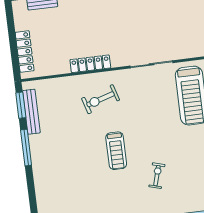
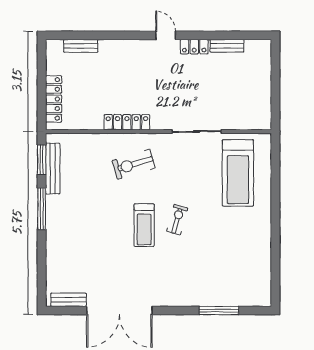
exercise bike: (157, 176) -> (177, 220), moved

